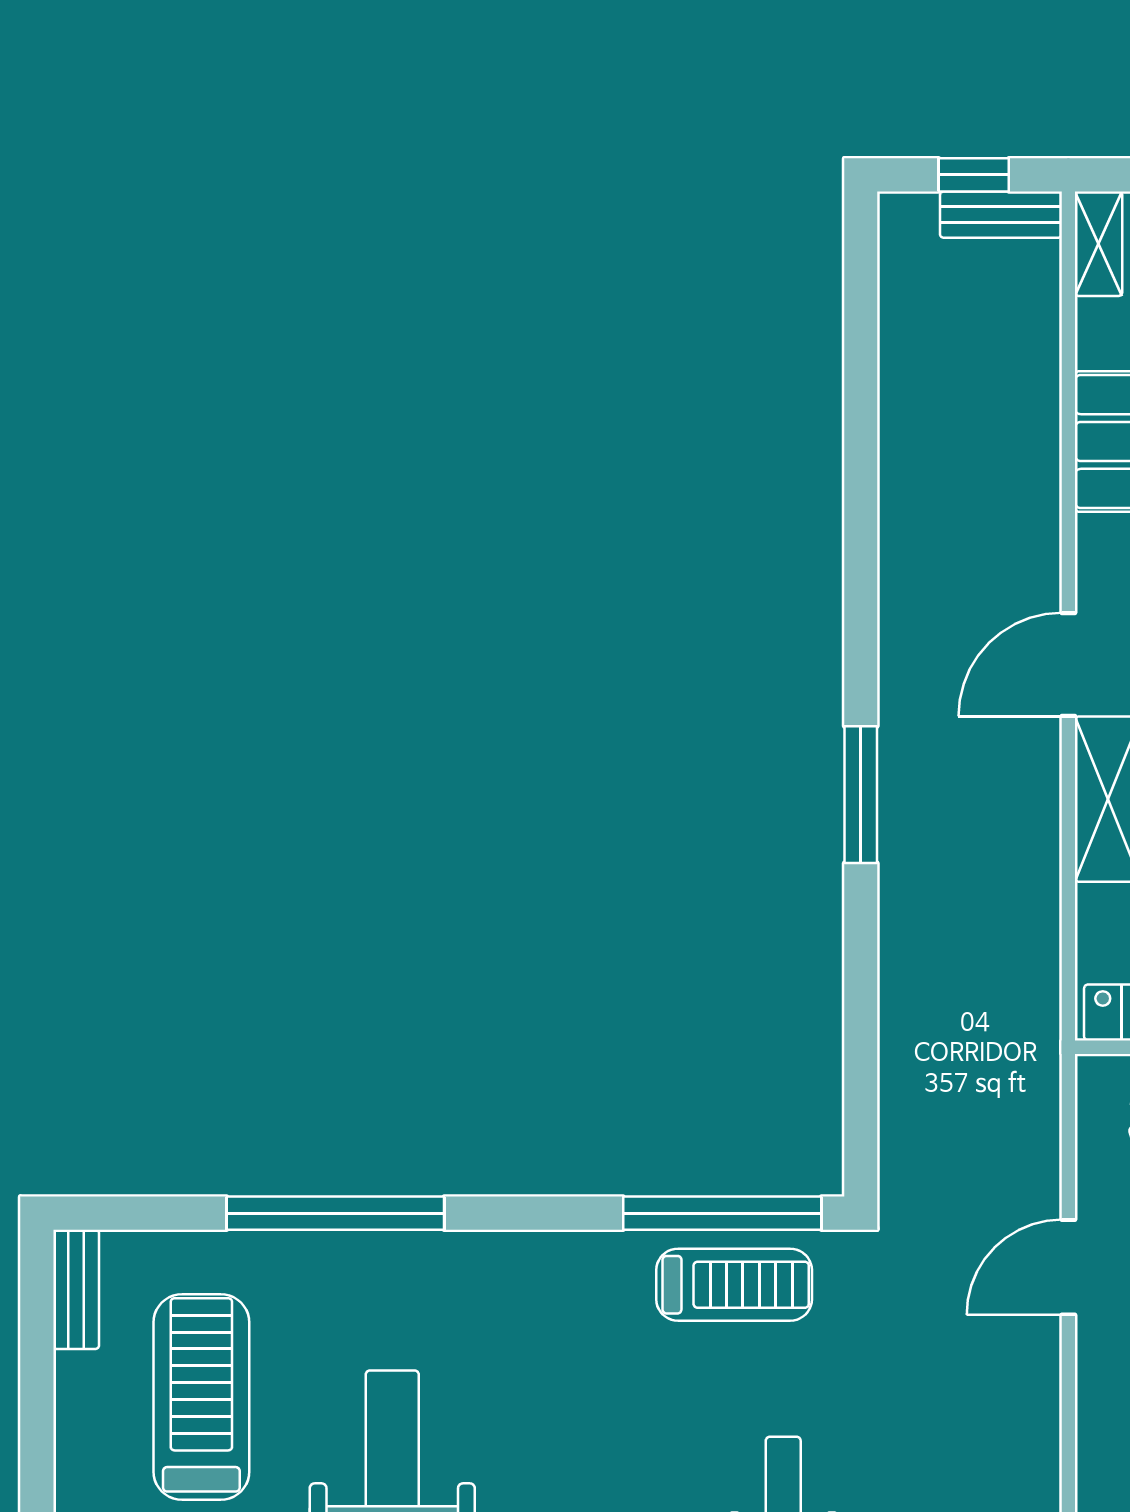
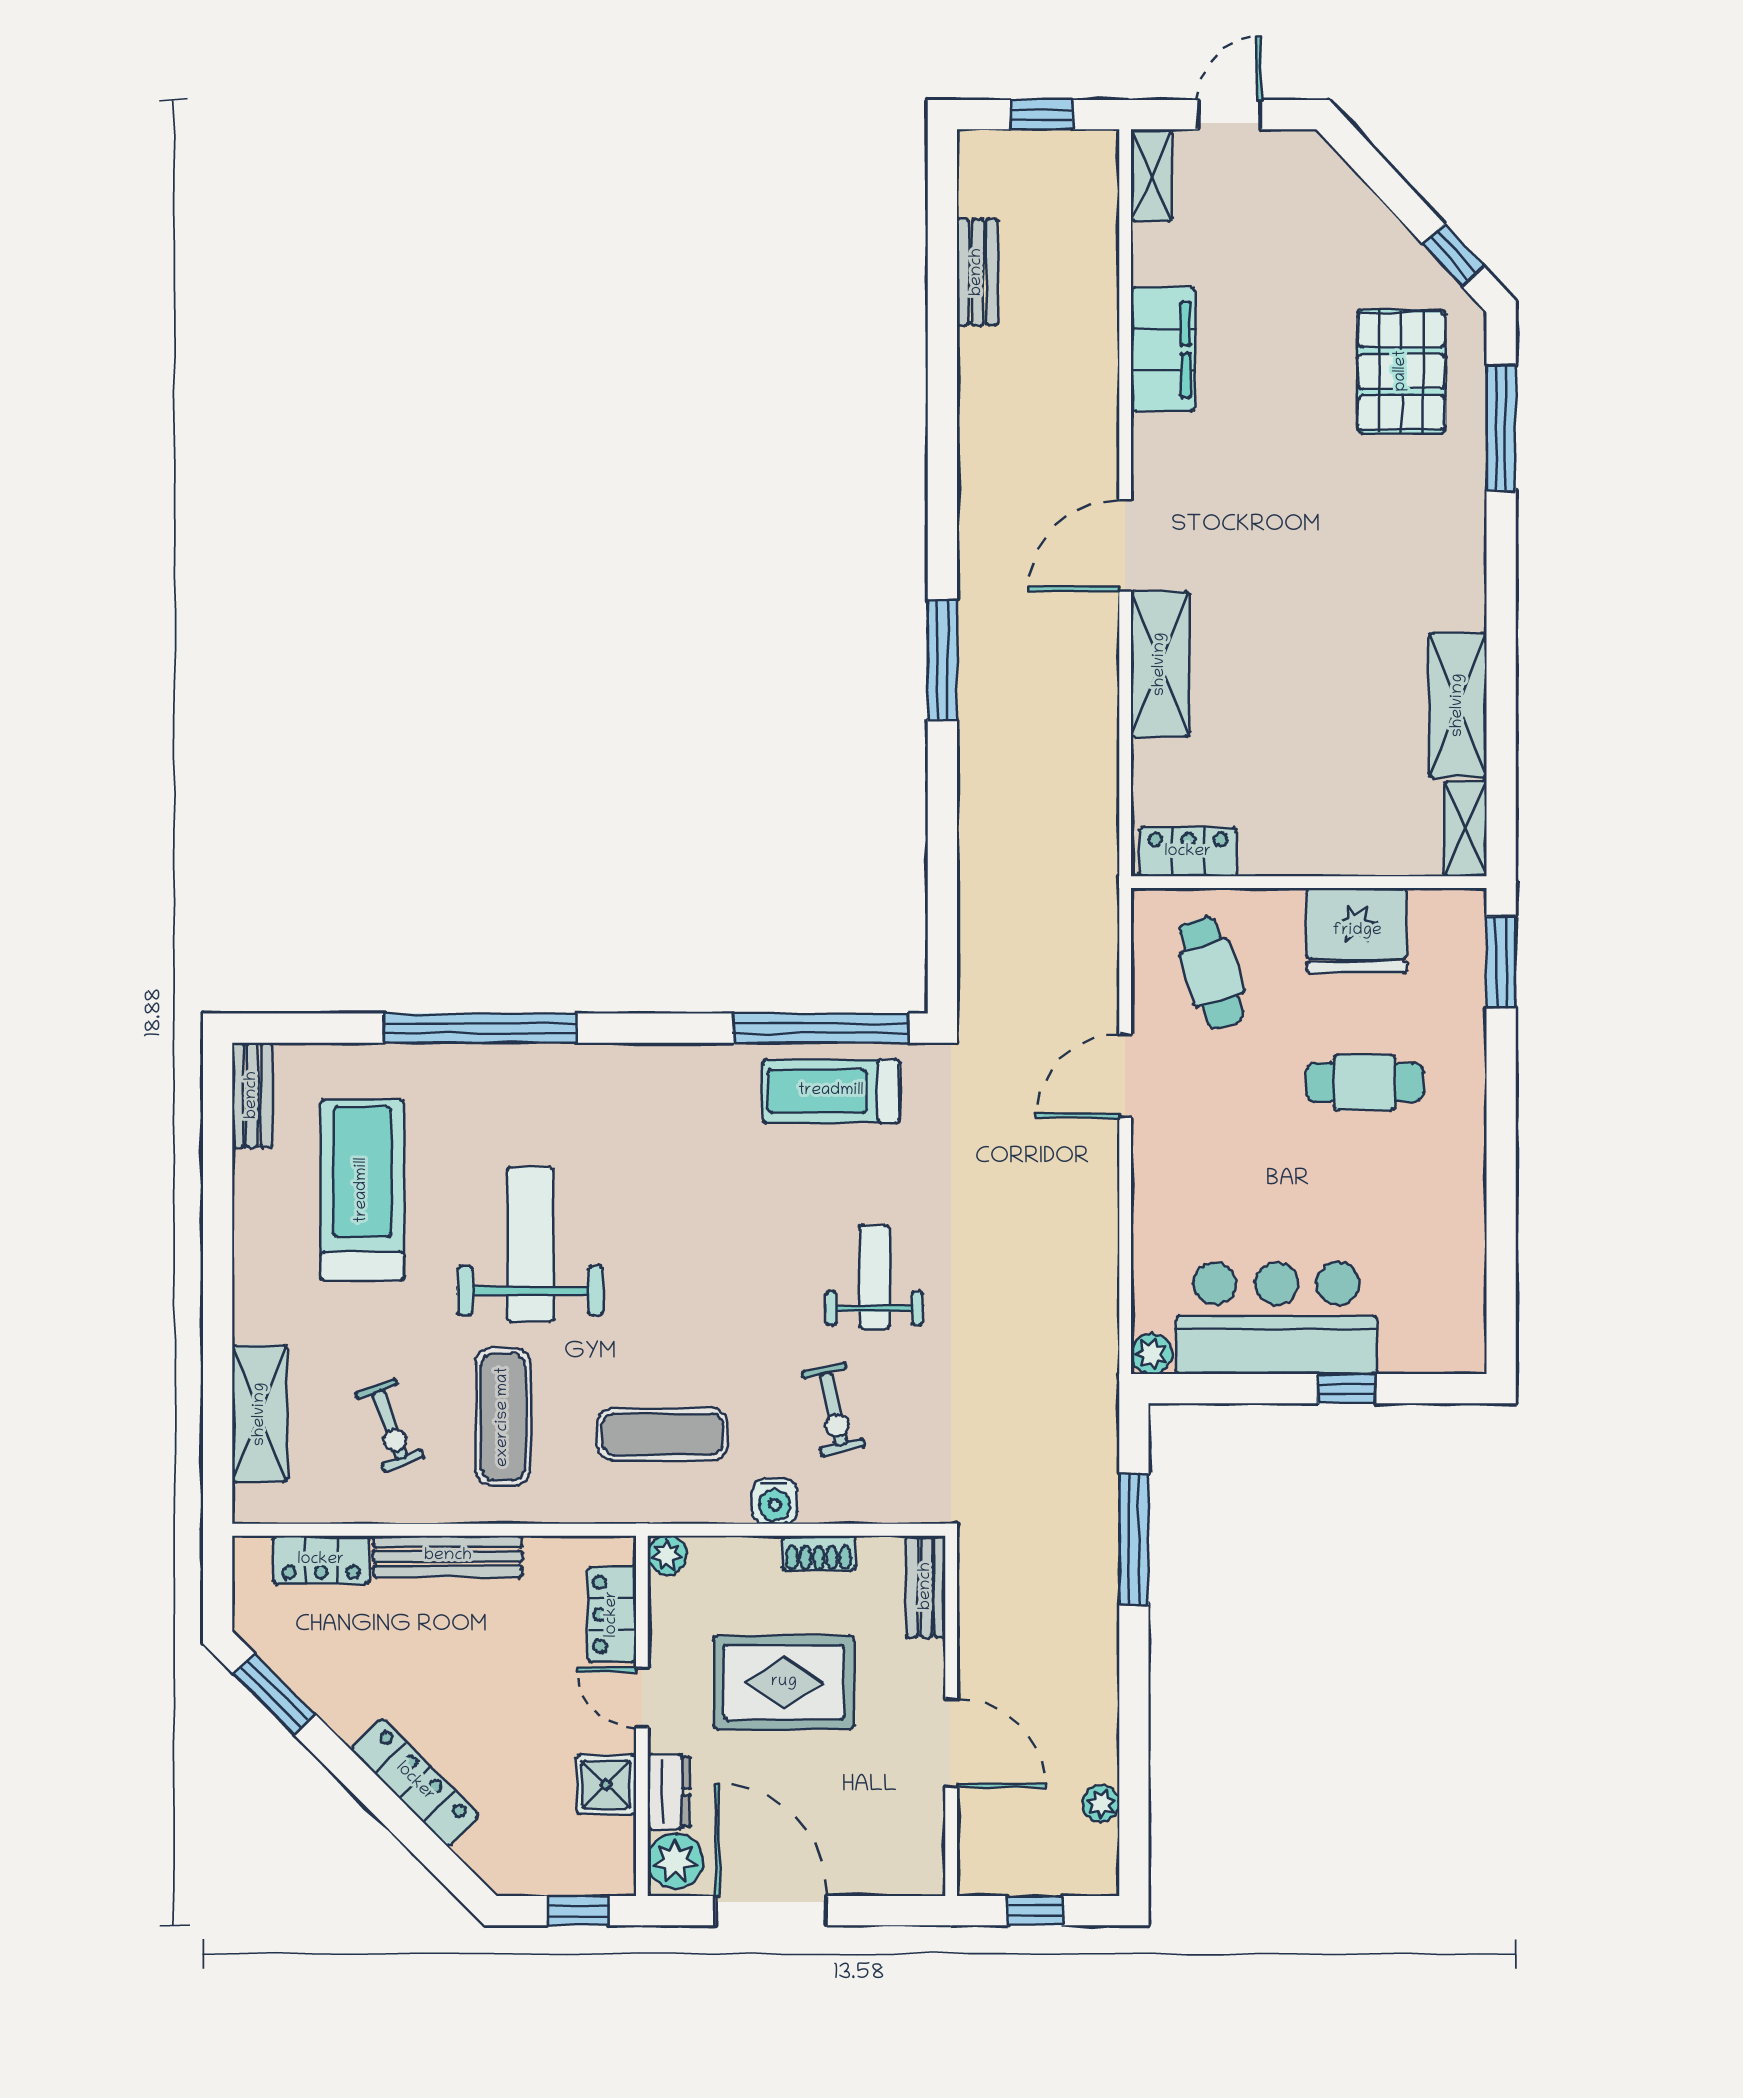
bench: (1001, 215) -> (977, 272), moved, turned 90
treadmill: (734, 1285) -> (831, 1091), turned 180

